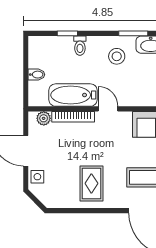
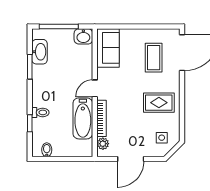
stool: (117, 56) -> (50, 81), removed
bidet: (36, 75) -> (47, 150), moved
side table: (37, 177) -> (162, 138), moved

